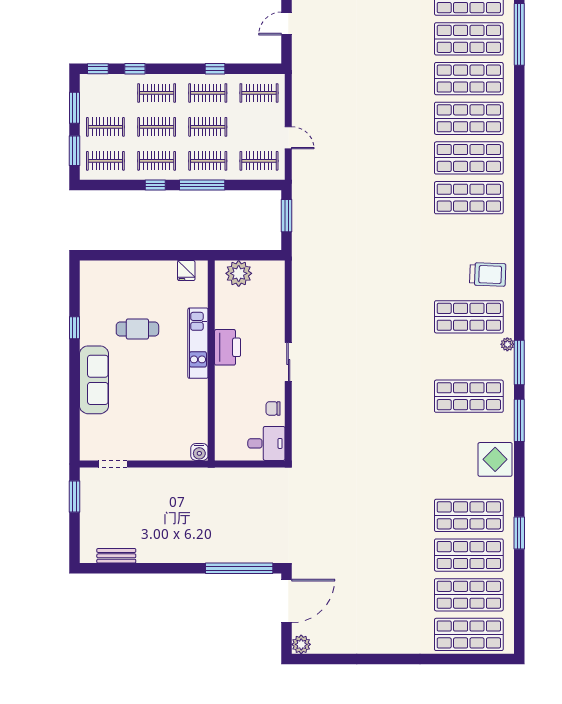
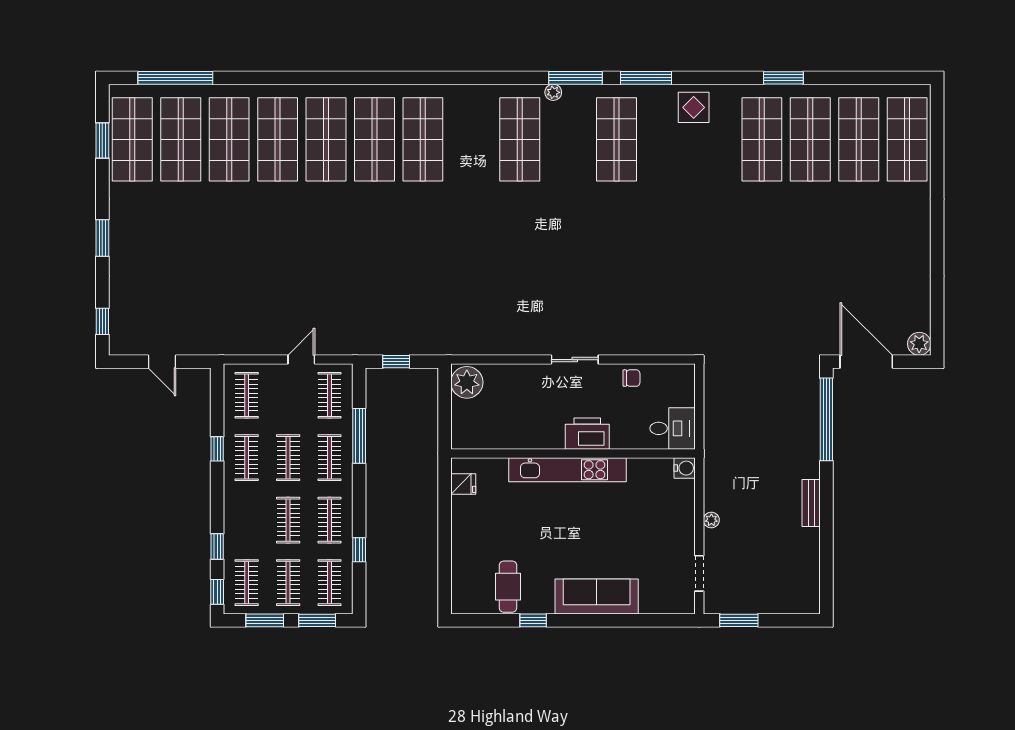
clothes rail: (157, 93) -> (247, 583), moved
window: (155, 185) -> (359, 550), moved
window: (202, 185) -> (359, 436), moved
window: (287, 216) -> (396, 362), width x0.67
shop shelf: (469, 237) -> (423, 139), added
plant: (239, 273) -> (467, 382), moved
trolley: (488, 274) -> (468, 116), removed
cafe table: (137, 329) -> (508, 587), moved
kitchen unit: (198, 343) -> (568, 470), width x1.36
printer: (228, 347) -> (587, 434), moved
chair: (273, 408) -> (631, 378), turned -90
desk: (266, 443) -> (673, 428), moved, turned 90
display table: (495, 459) -> (694, 107), width x0.73, depth x0.73
plant: (157, 474) -> (711, 520), added
bench: (116, 556) -> (811, 503), moved

